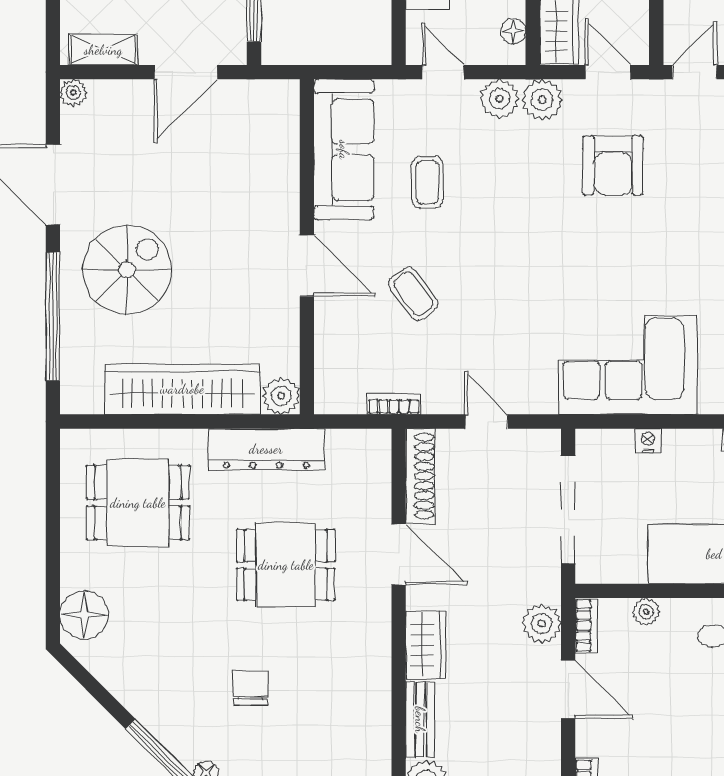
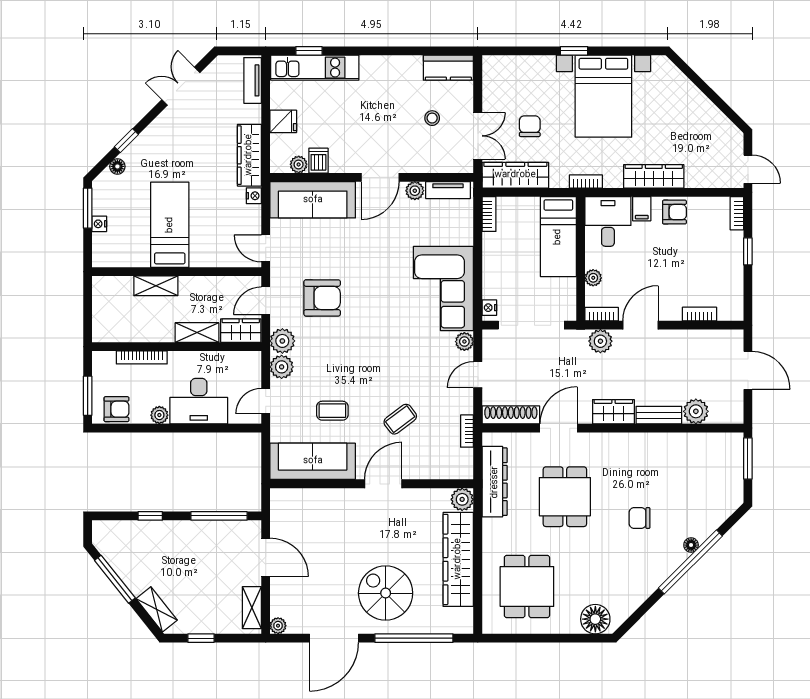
floor lamp: (513, 31) -> (241, 359), removed
plant: (541, 400) -> (464, 342), added
nightstand: (648, 441) -> (489, 308), moved
dresser: (266, 449) -> (495, 482), moved

